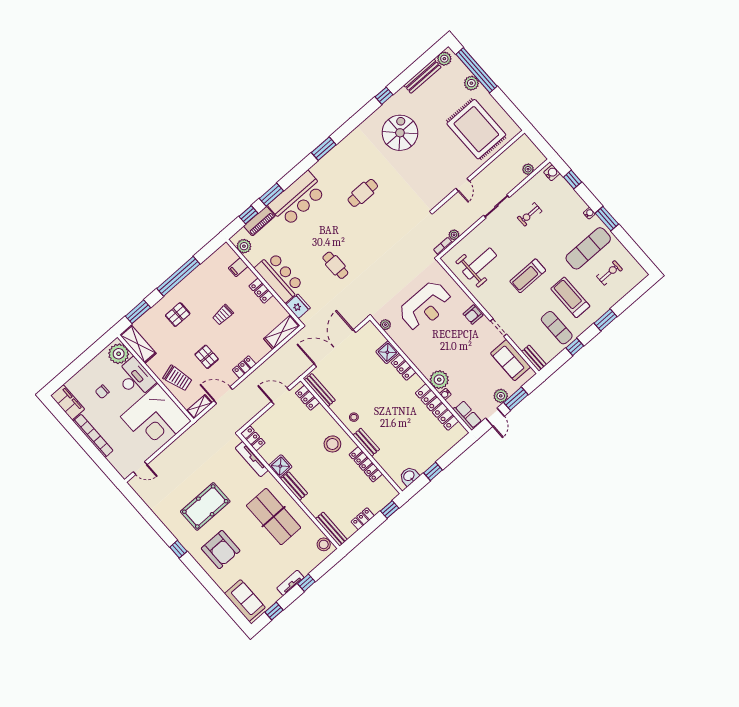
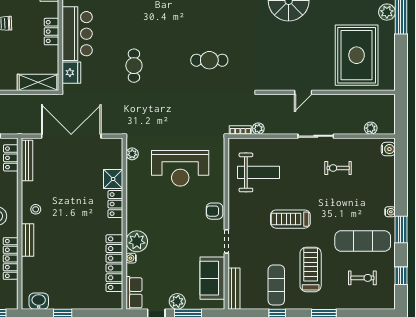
window: (573, 180) -> (401, 276), moved
cafe table: (363, 193) -> (209, 60), moved
bench: (534, 358) -> (234, 289), width x1.36

